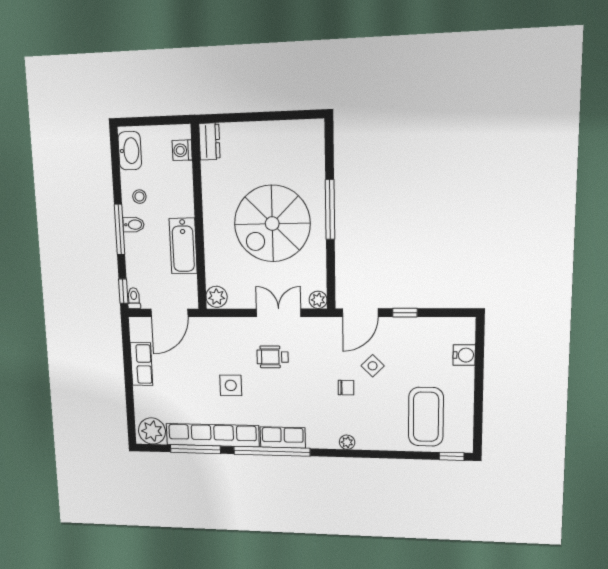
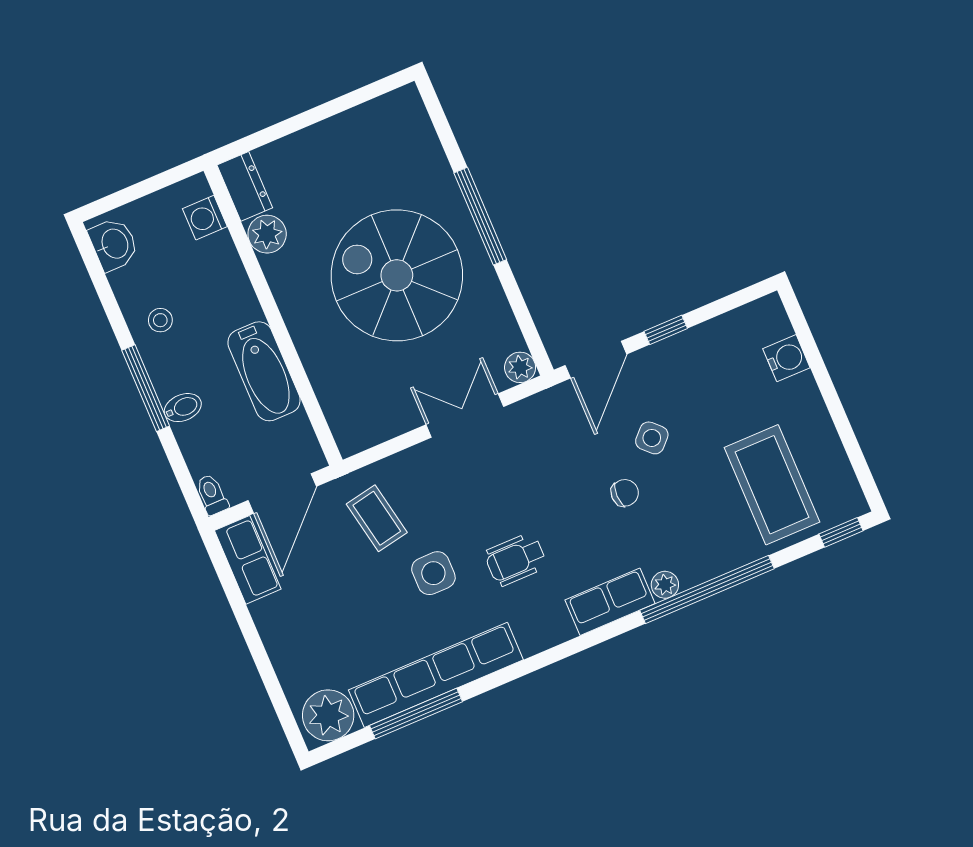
washbasin: (130, 151) -> (114, 244), width x0.72
spiral stairs: (272, 224) -> (397, 275), turned 90
bidet: (134, 225) -> (183, 408), moved
window: (123, 291) -> (189, 490), removed
plant: (216, 297) -> (267, 234), moved
coffee table: (213, 346) -> (377, 518), added
wheelchair: (273, 357) -> (516, 559), moved
row of seats: (141, 364) -> (248, 560), moved
row of seats: (283, 437) -> (610, 602), moved
window: (272, 451) -> (707, 589), moved

